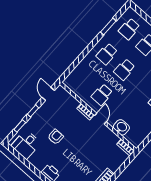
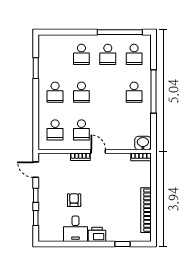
school desk: (129, 29) -> (55, 130), moved
washbasin: (121, 127) -> (143, 143), moved
desk: (26, 144) -> (75, 229), moved

